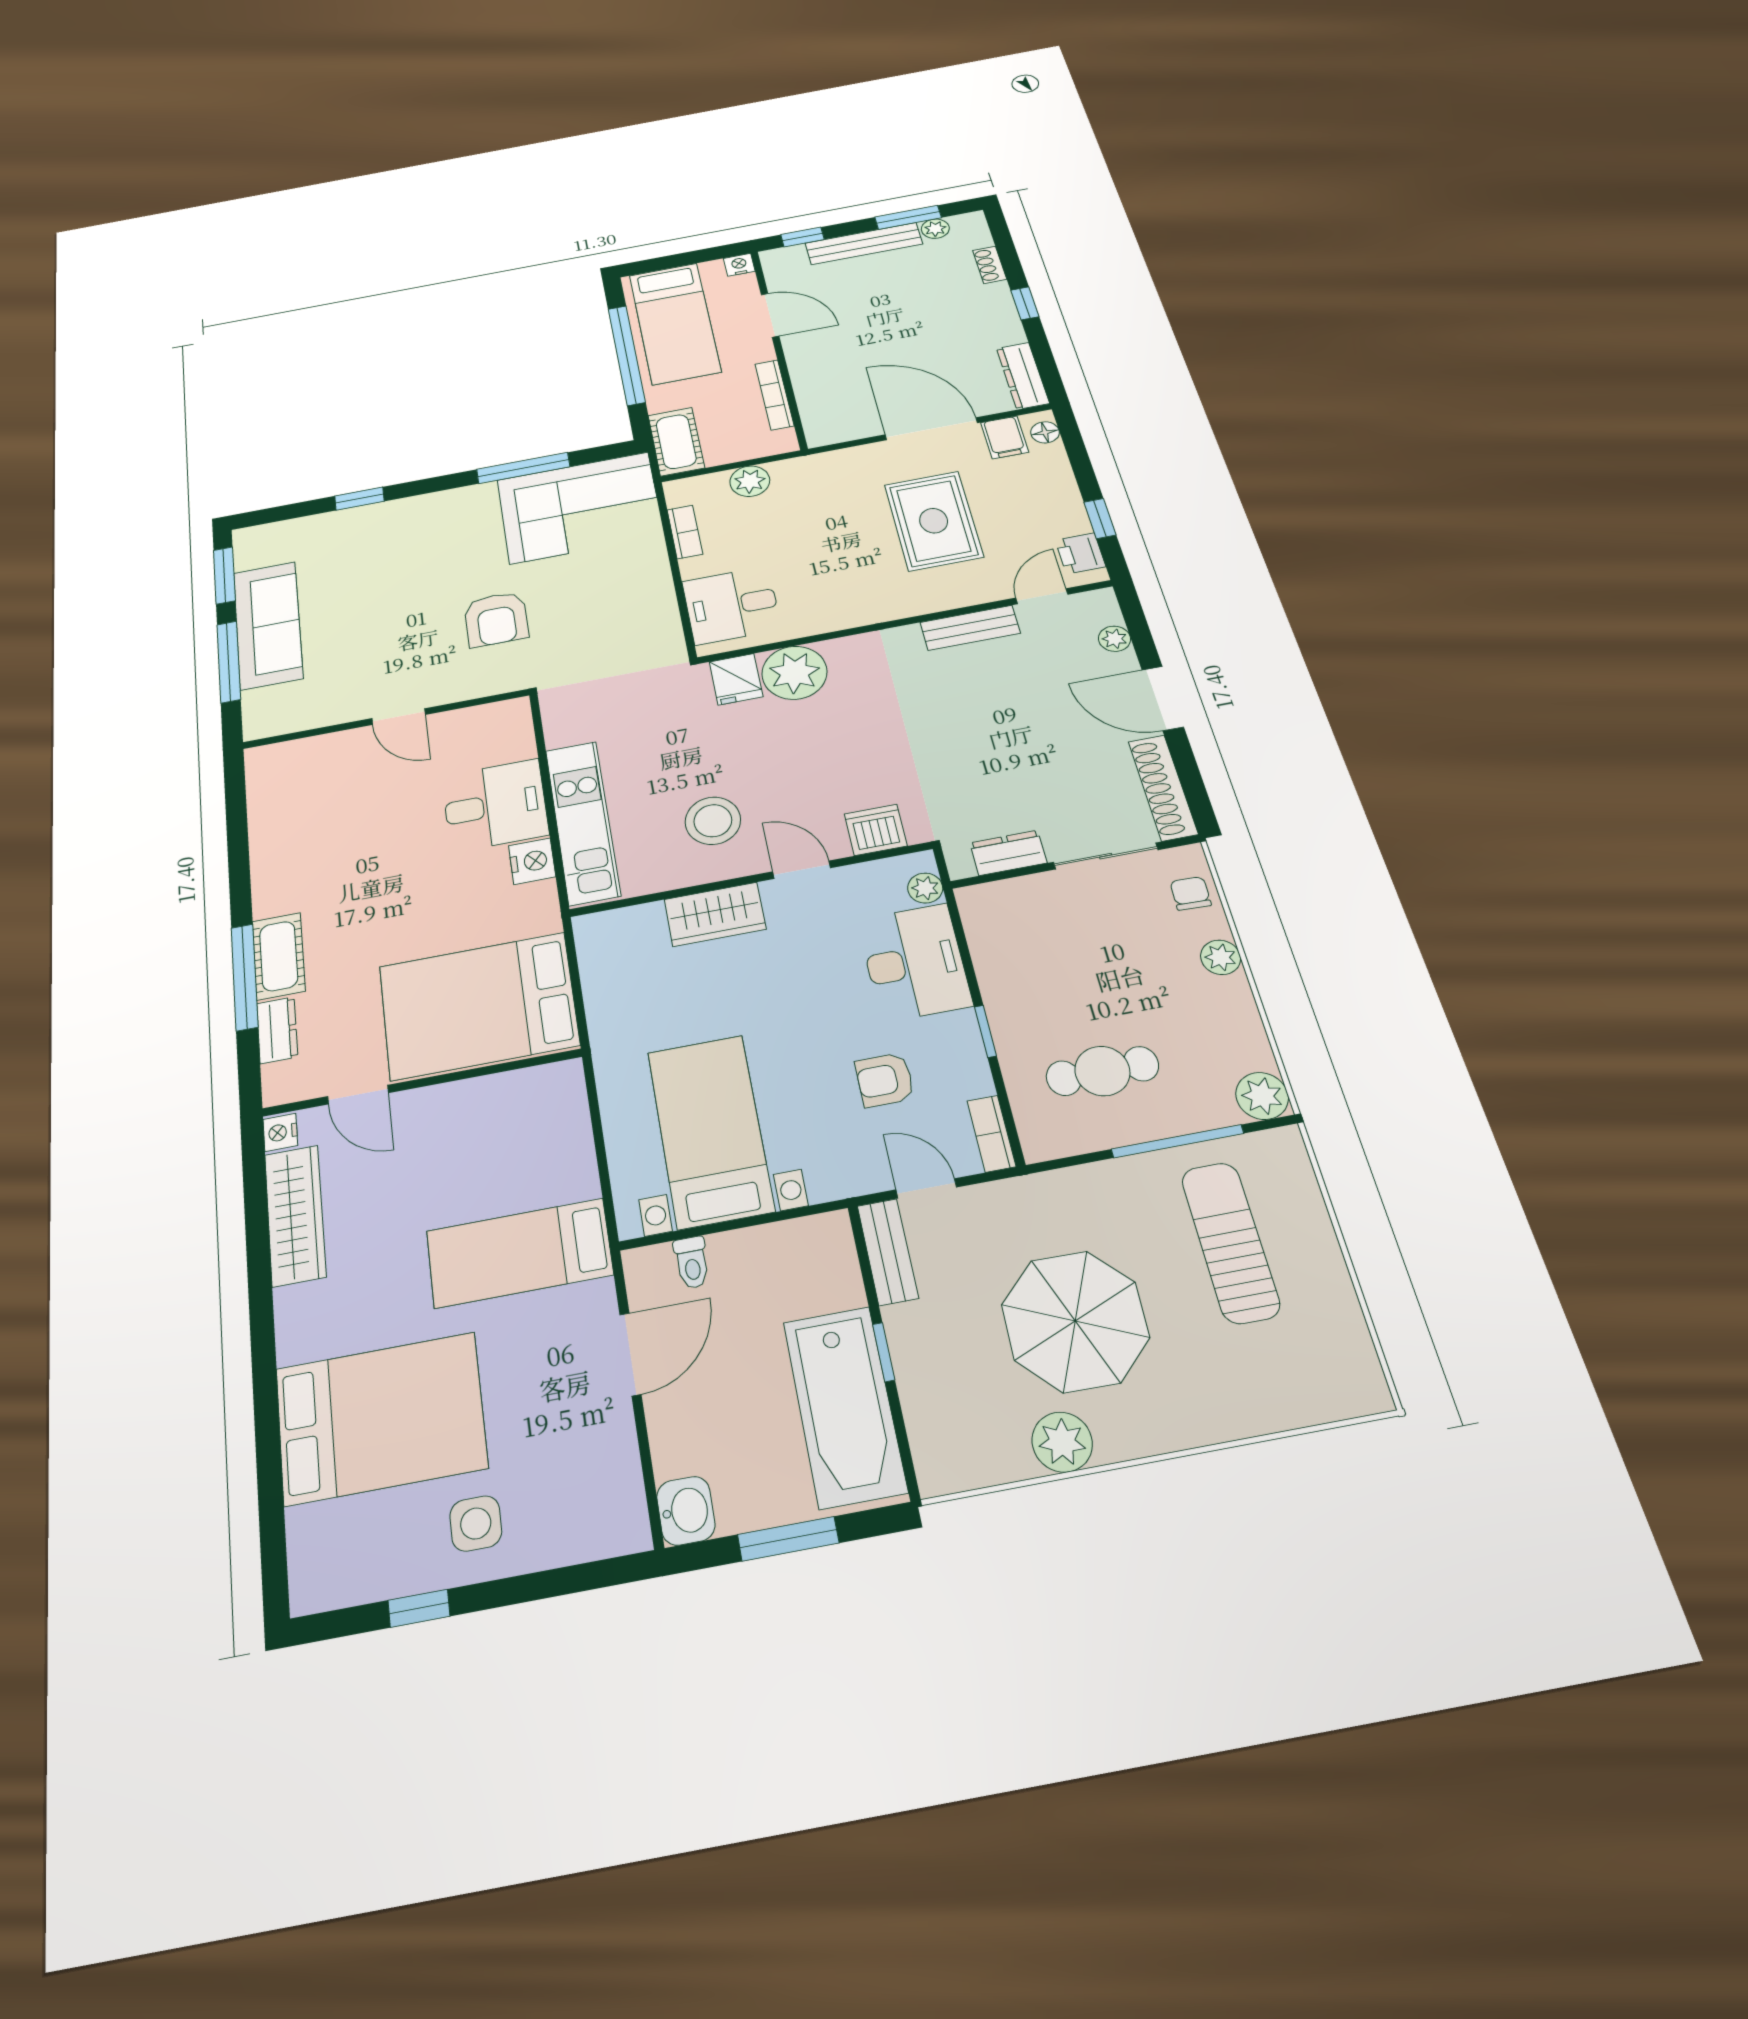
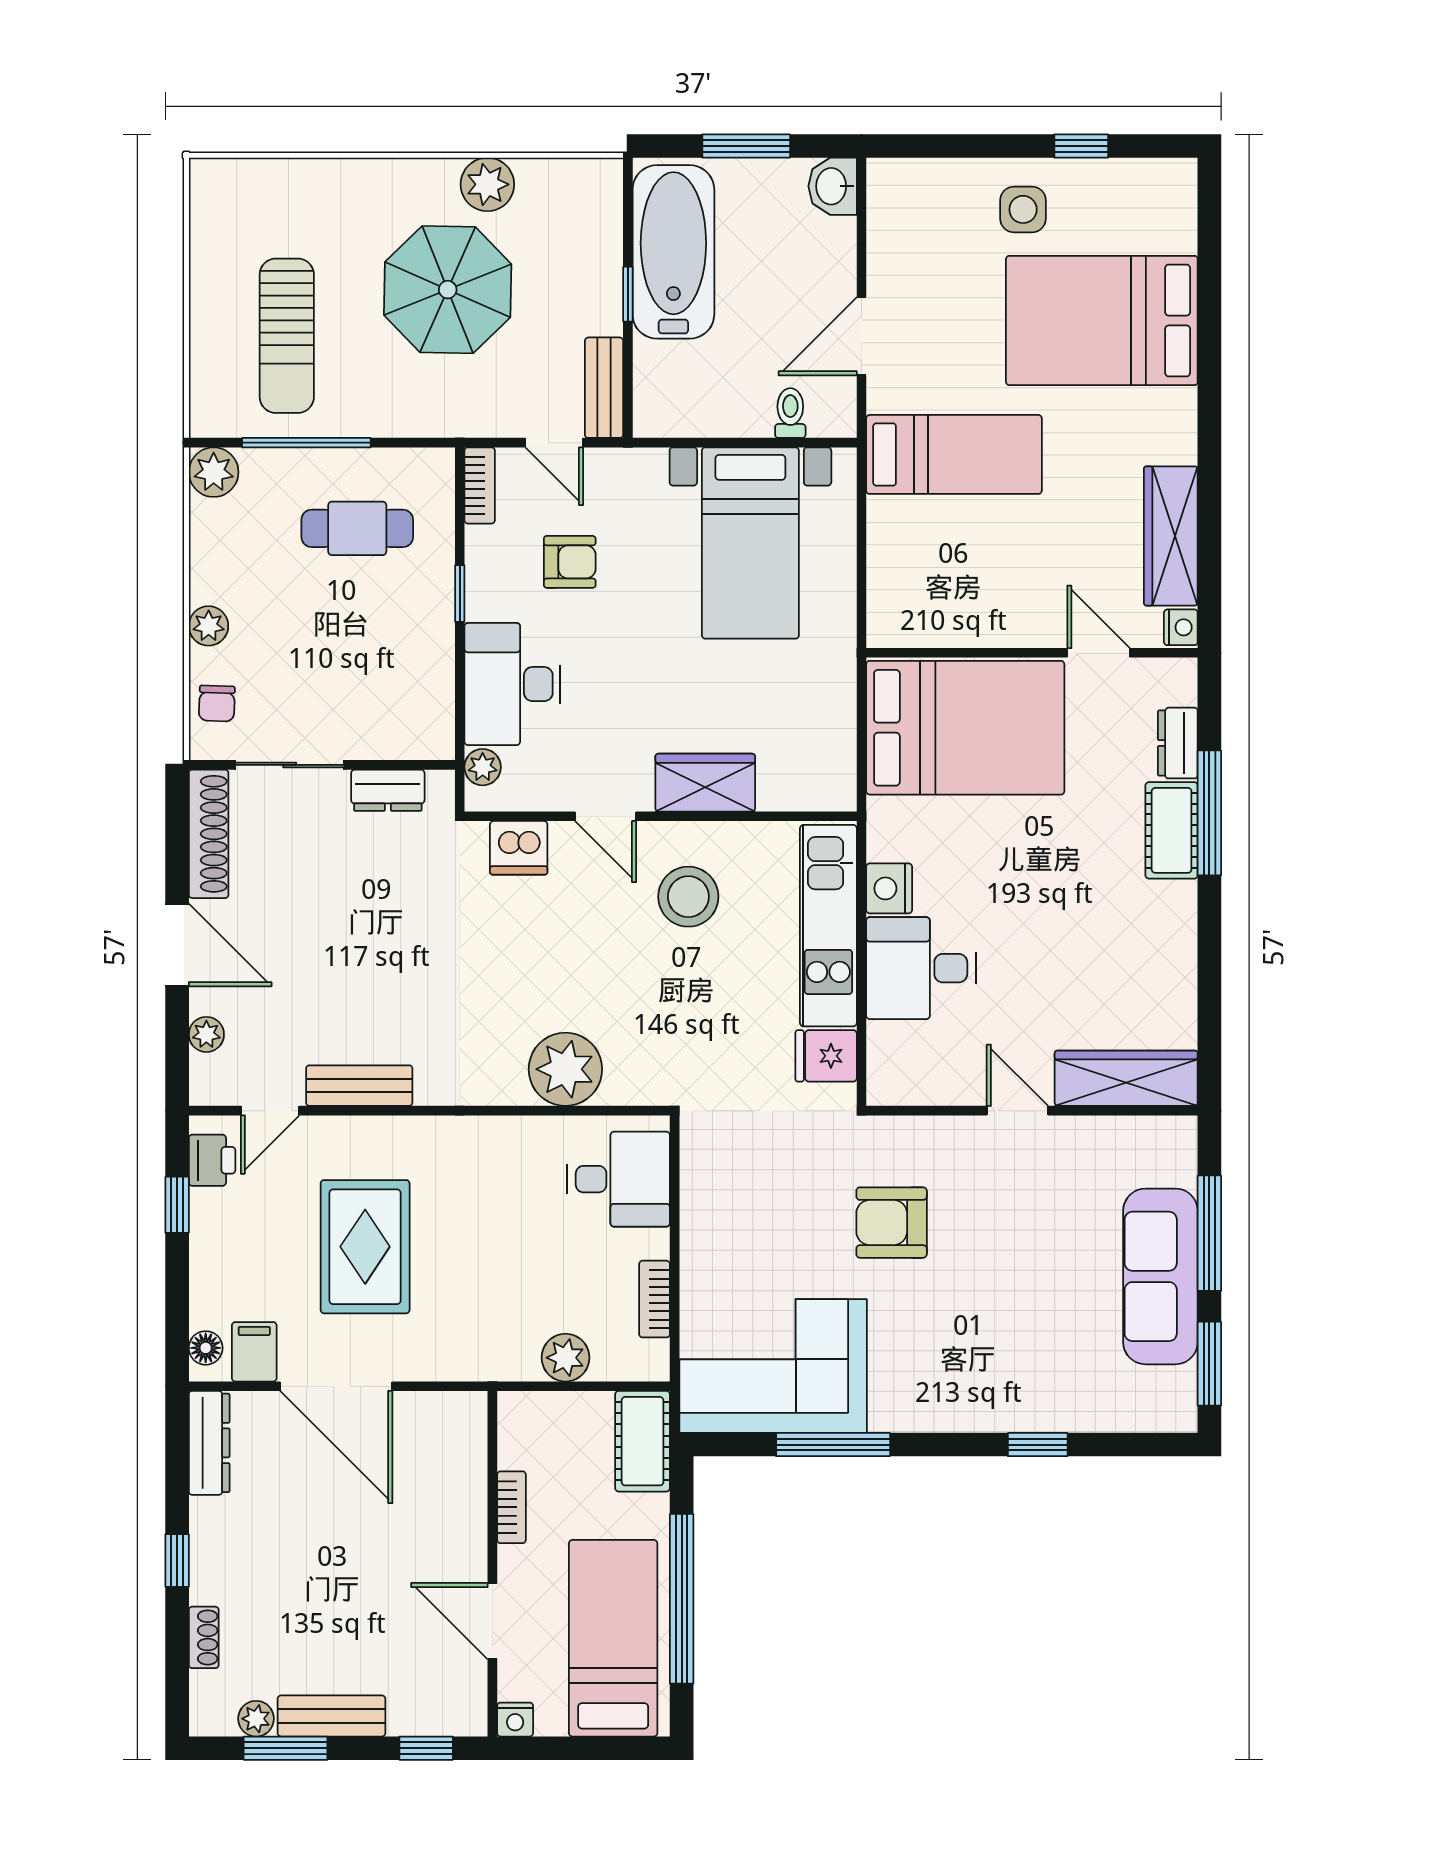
bench: (864, 244) -> (331, 1716), width x0.73
bookcase: (774, 395) -> (511, 1507), width x0.64
armchair: (496, 619) -> (892, 1223), turned -90
fridge: (736, 679) -> (826, 1056), moved, turned -90
wardrobe: (306, 757) -> (1126, 1078), added

